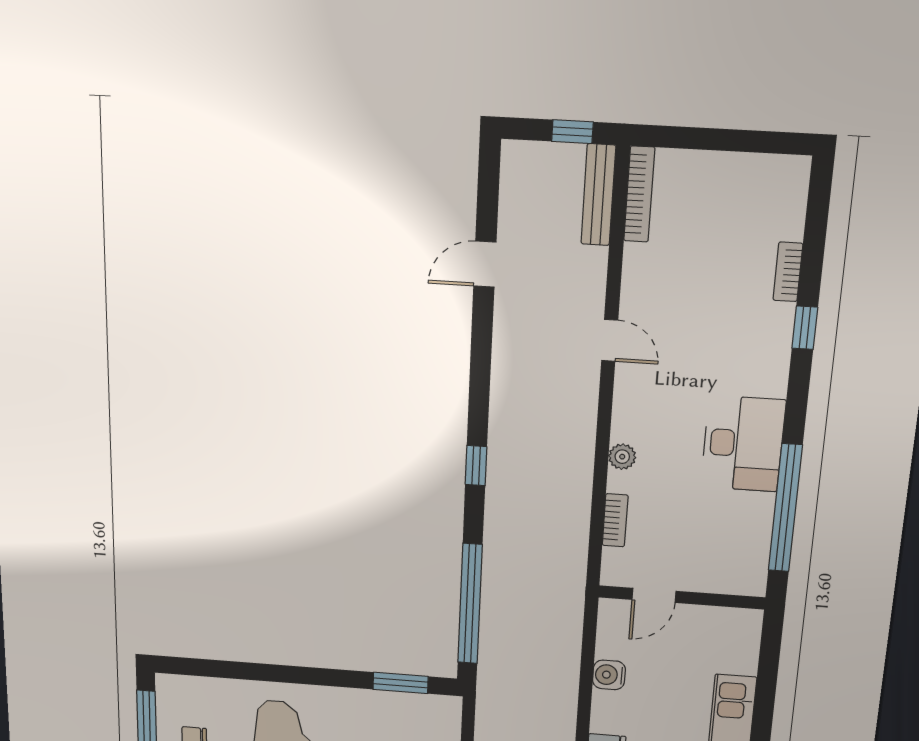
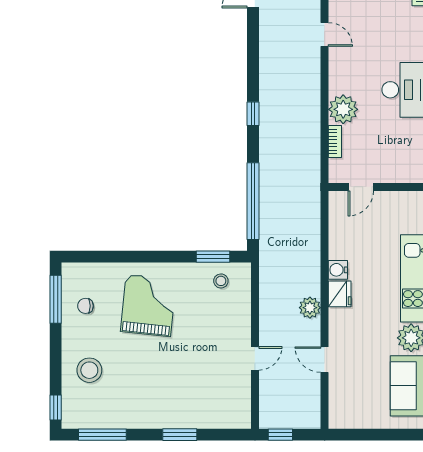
plant: (622, 457) -> (343, 109), width x1.87, depth x1.87
water cooler: (609, 675) -> (338, 270), moved
stool: (412, 720) -> (221, 281), added

